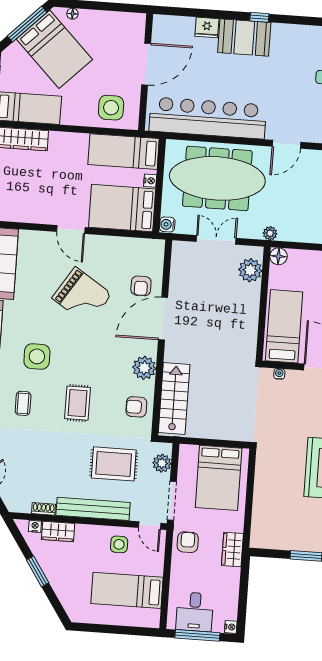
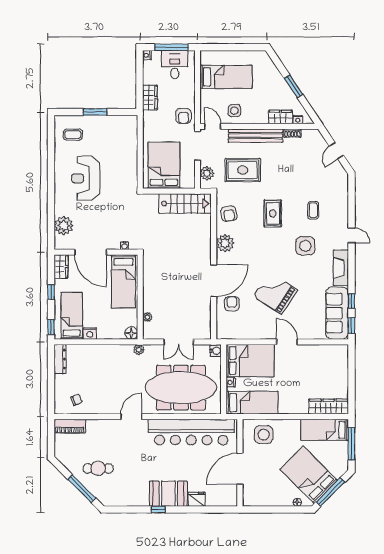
plant: (250, 270) -> (147, 317), width x0.53, depth x0.53
stairs: (174, 399) -> (185, 204), moved, turned -90
armchair: (136, 407) -> (229, 214), turned 79
wardrobe: (232, 549) -> (150, 98), moved

